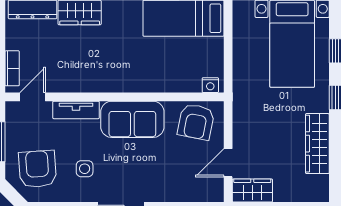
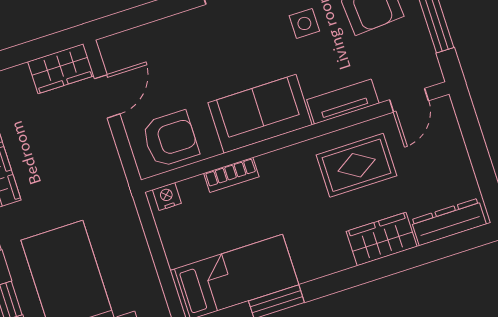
rug: (80, 66) -> (357, 165), added
bookcase: (12, 68) -> (231, 175), moved, turned -90
armchair: (196, 122) -> (170, 139), turned 79

